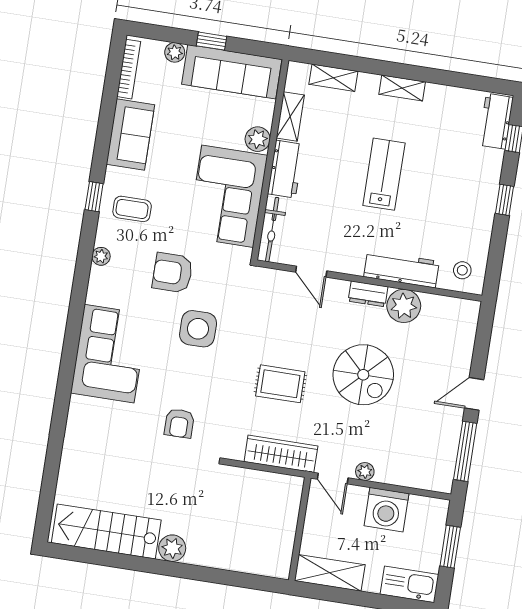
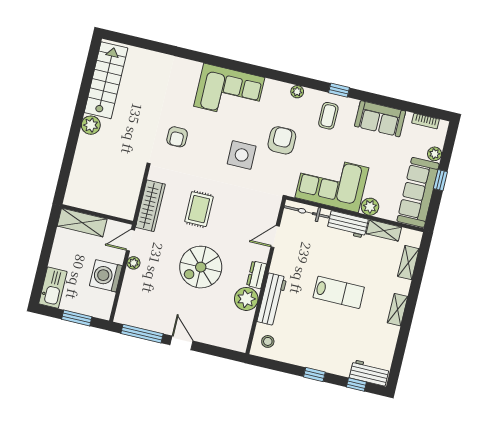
bookcase: (129, 69) -> (426, 121), width x0.64
armchair: (179, 423) -> (177, 137), turned -90
shelving: (330, 573) -> (82, 223), moved, turned 90

